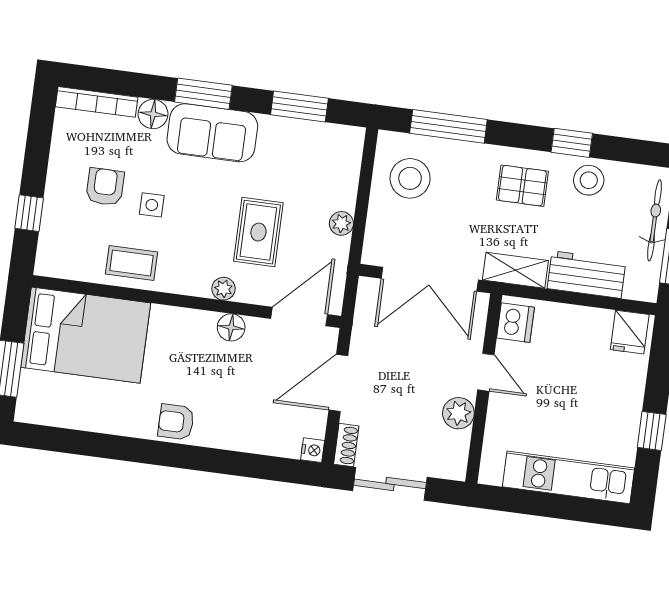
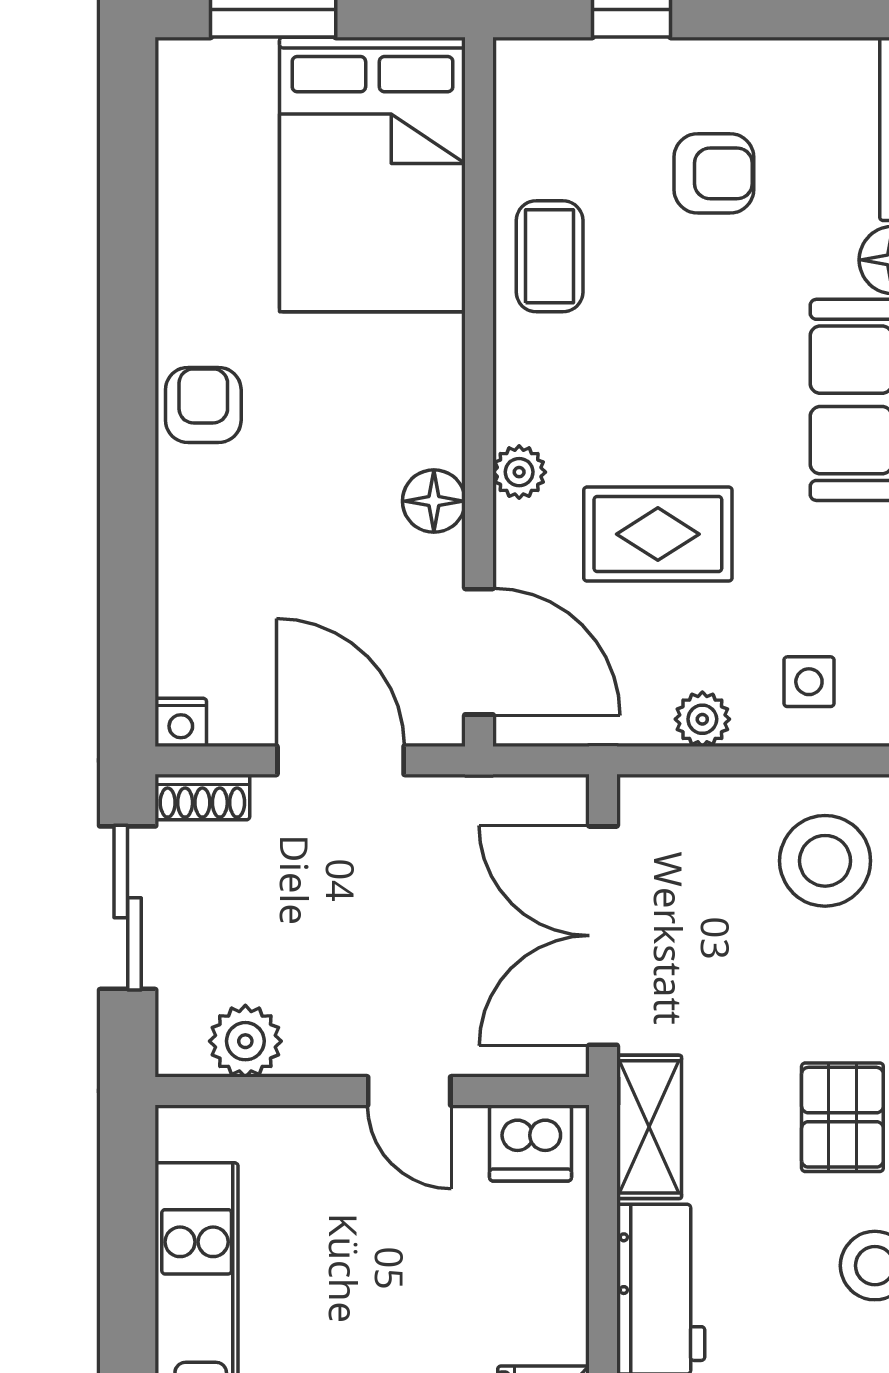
side table: (152, 205) -> (809, 682), moved
door: (486, 372) -> (409, 1091), hinge flipped
plant: (458, 413) -> (245, 1041), moved

